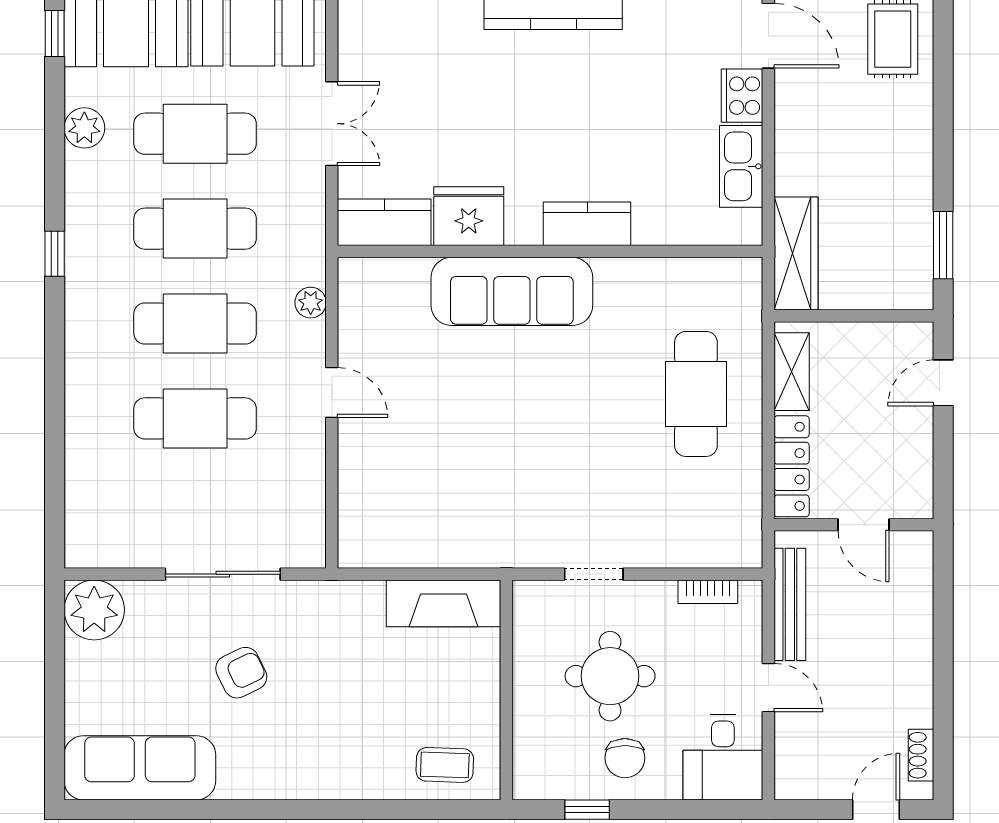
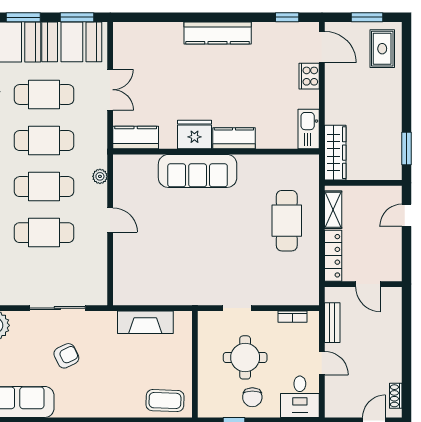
kitchen sink: (741, 166) -> (309, 129), moved
fridge: (469, 216) -> (194, 135), moved
fireplace: (444, 603) -> (145, 322), moved
bench: (790, 604) -> (332, 323), width x0.73
coffee table: (445, 765) -> (165, 401), width x1.36, depth x1.30

